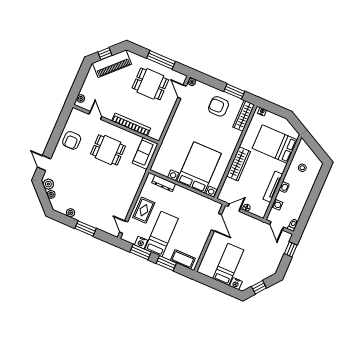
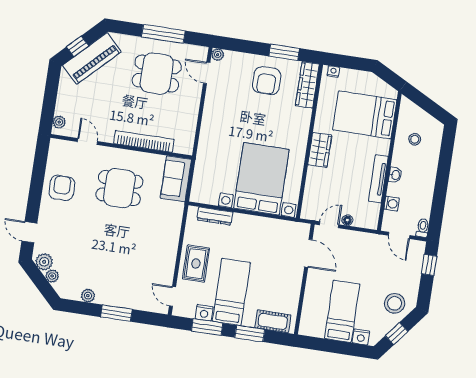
armchair: (219, 106) -> (267, 81), turned -90
armchair: (72, 140) -> (62, 188), turned 180
wardrobe: (238, 164) -> (320, 150), width x0.67
stool: (263, 268) -> (395, 303), added

